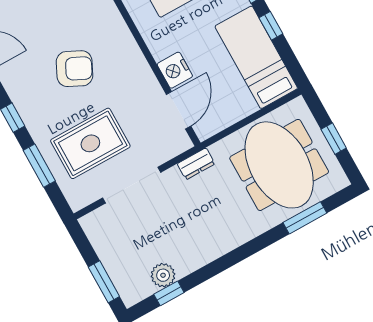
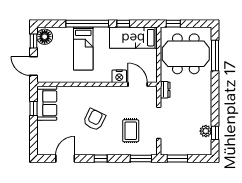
window: (334, 139) -> (173, 24), moved
rug: (90, 143) -> (131, 131), width x0.73, depth x0.70
window: (39, 166) -> (141, 158), moved
window: (305, 218) -> (215, 55), width x1.44
window: (104, 282) -> (177, 158), moved

